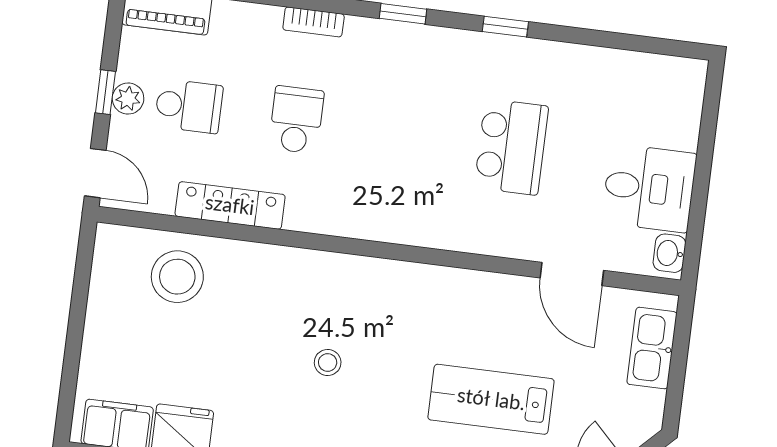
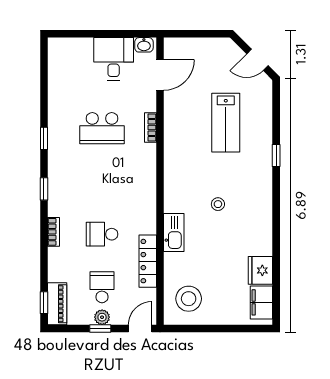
school desk: (511, 147) -> (102, 128), turned 180
bookcase: (500, 245) -> (150, 127), added
door: (572, 274) -> (160, 75), moved
stool: (177, 277) -> (189, 299), moved
kitchen sink: (652, 348) -> (174, 232), moved, turned -90

